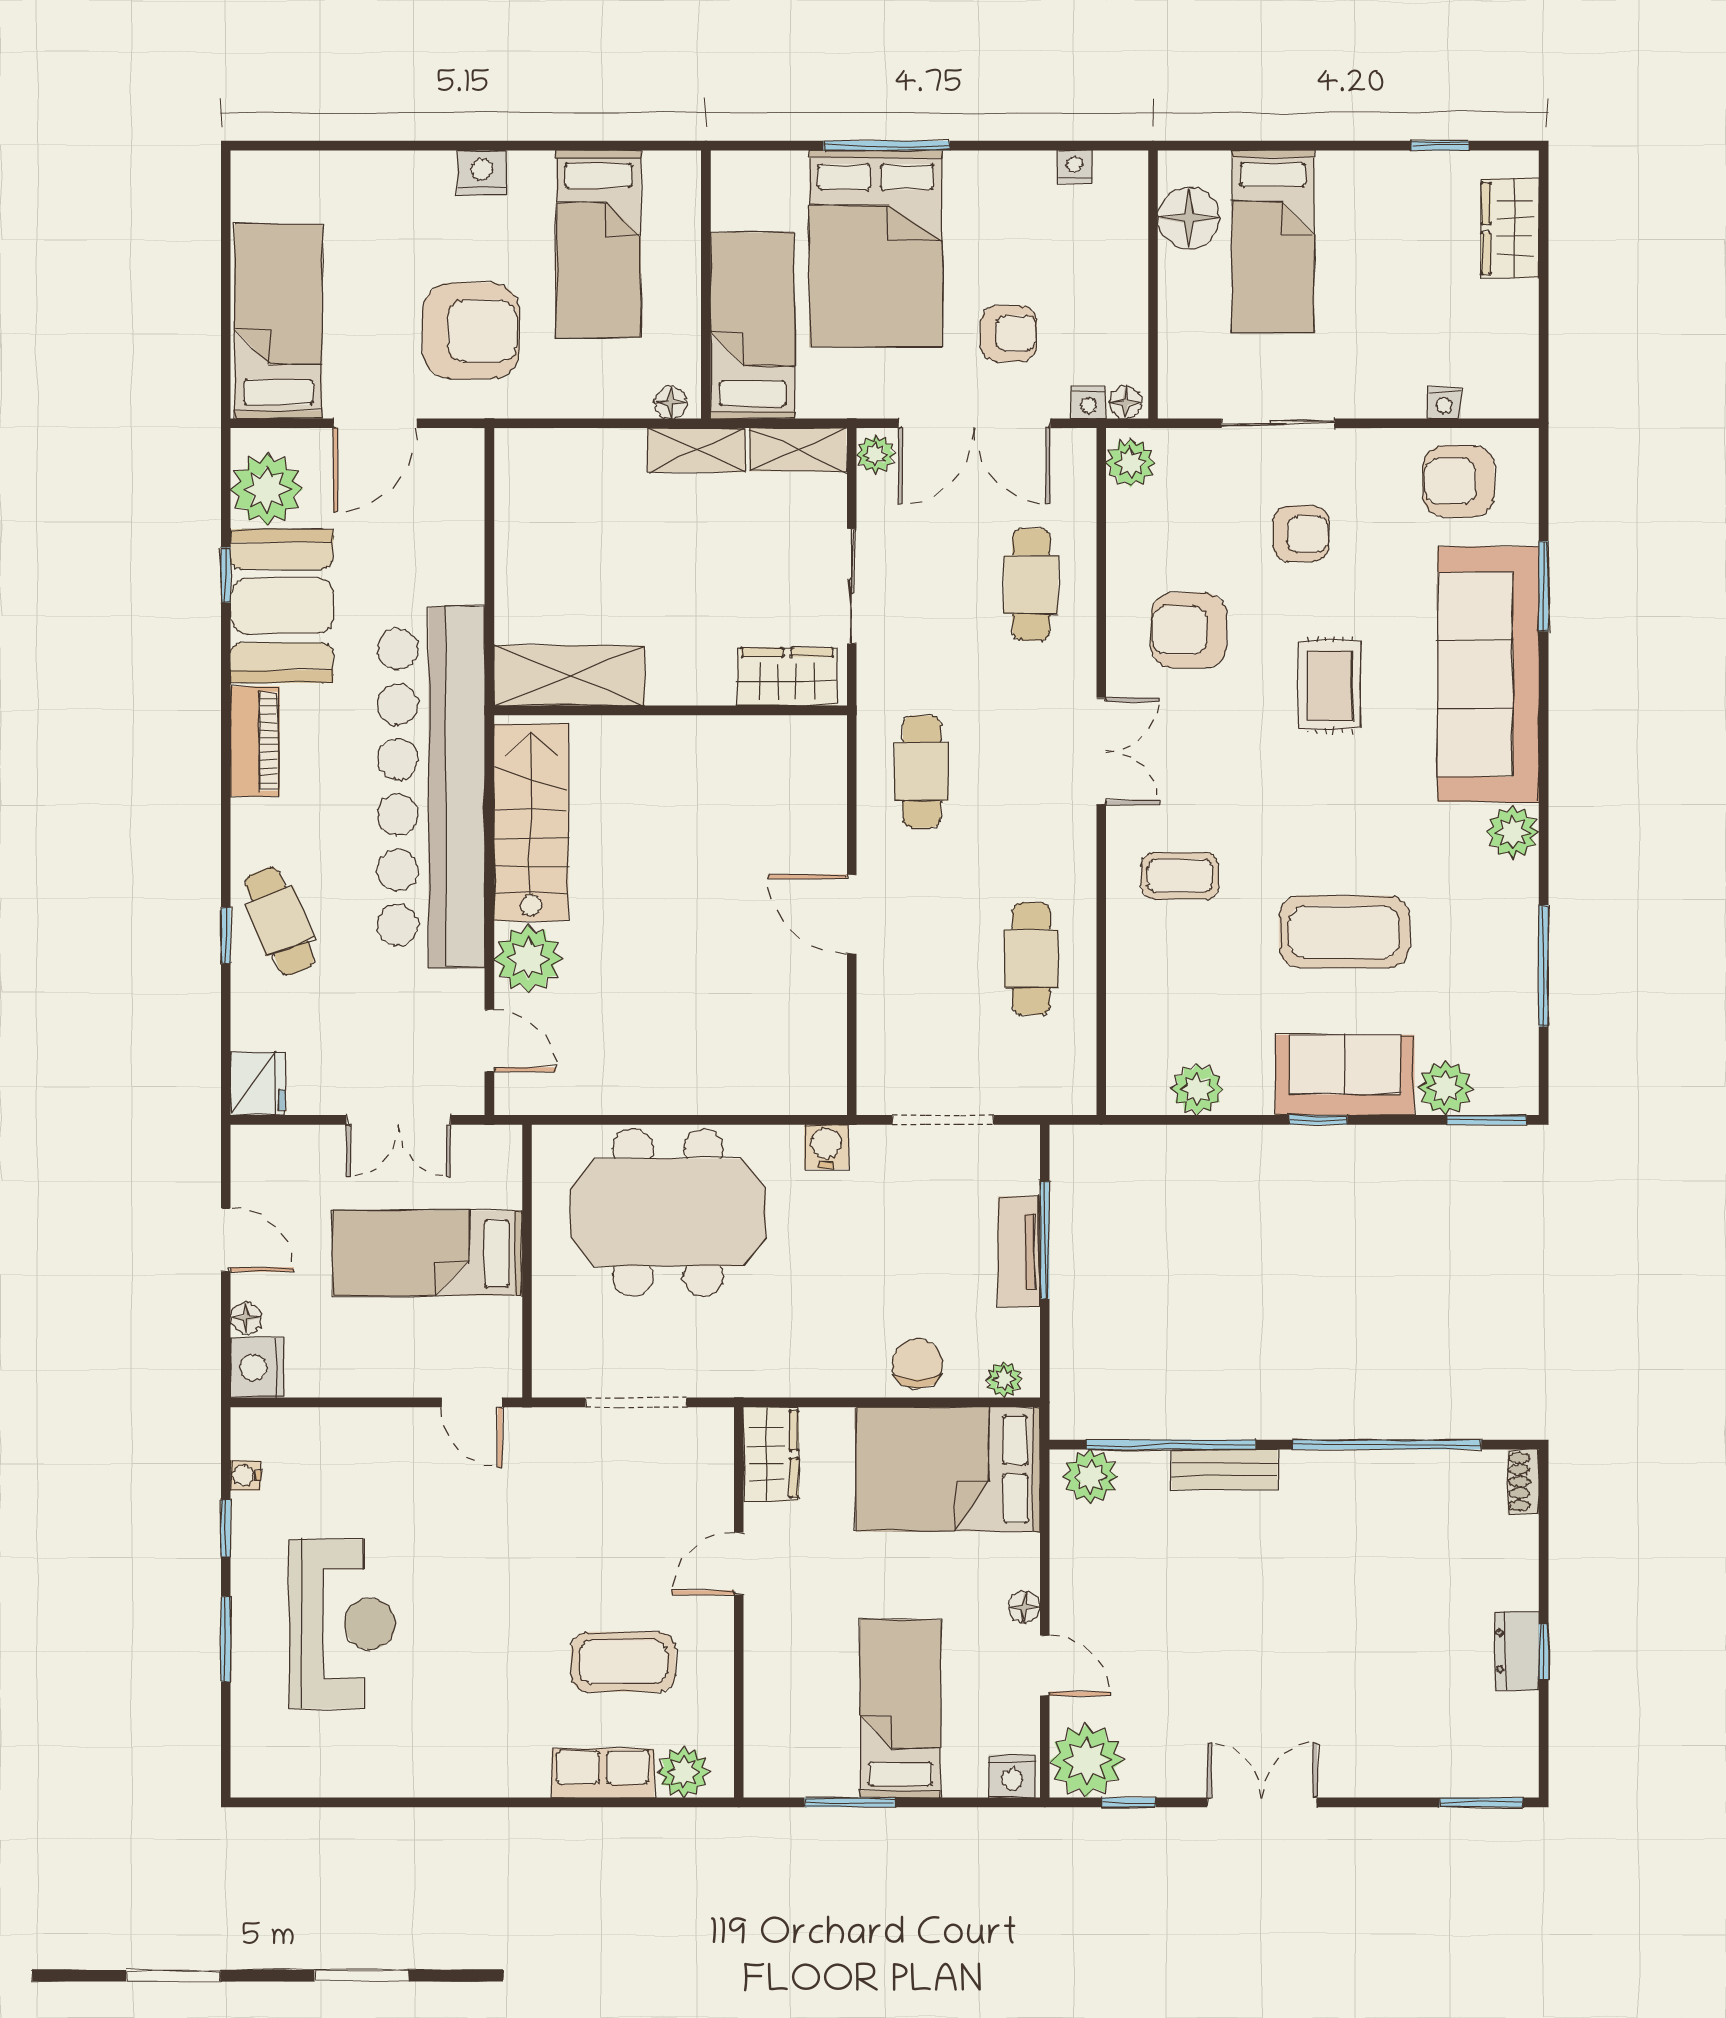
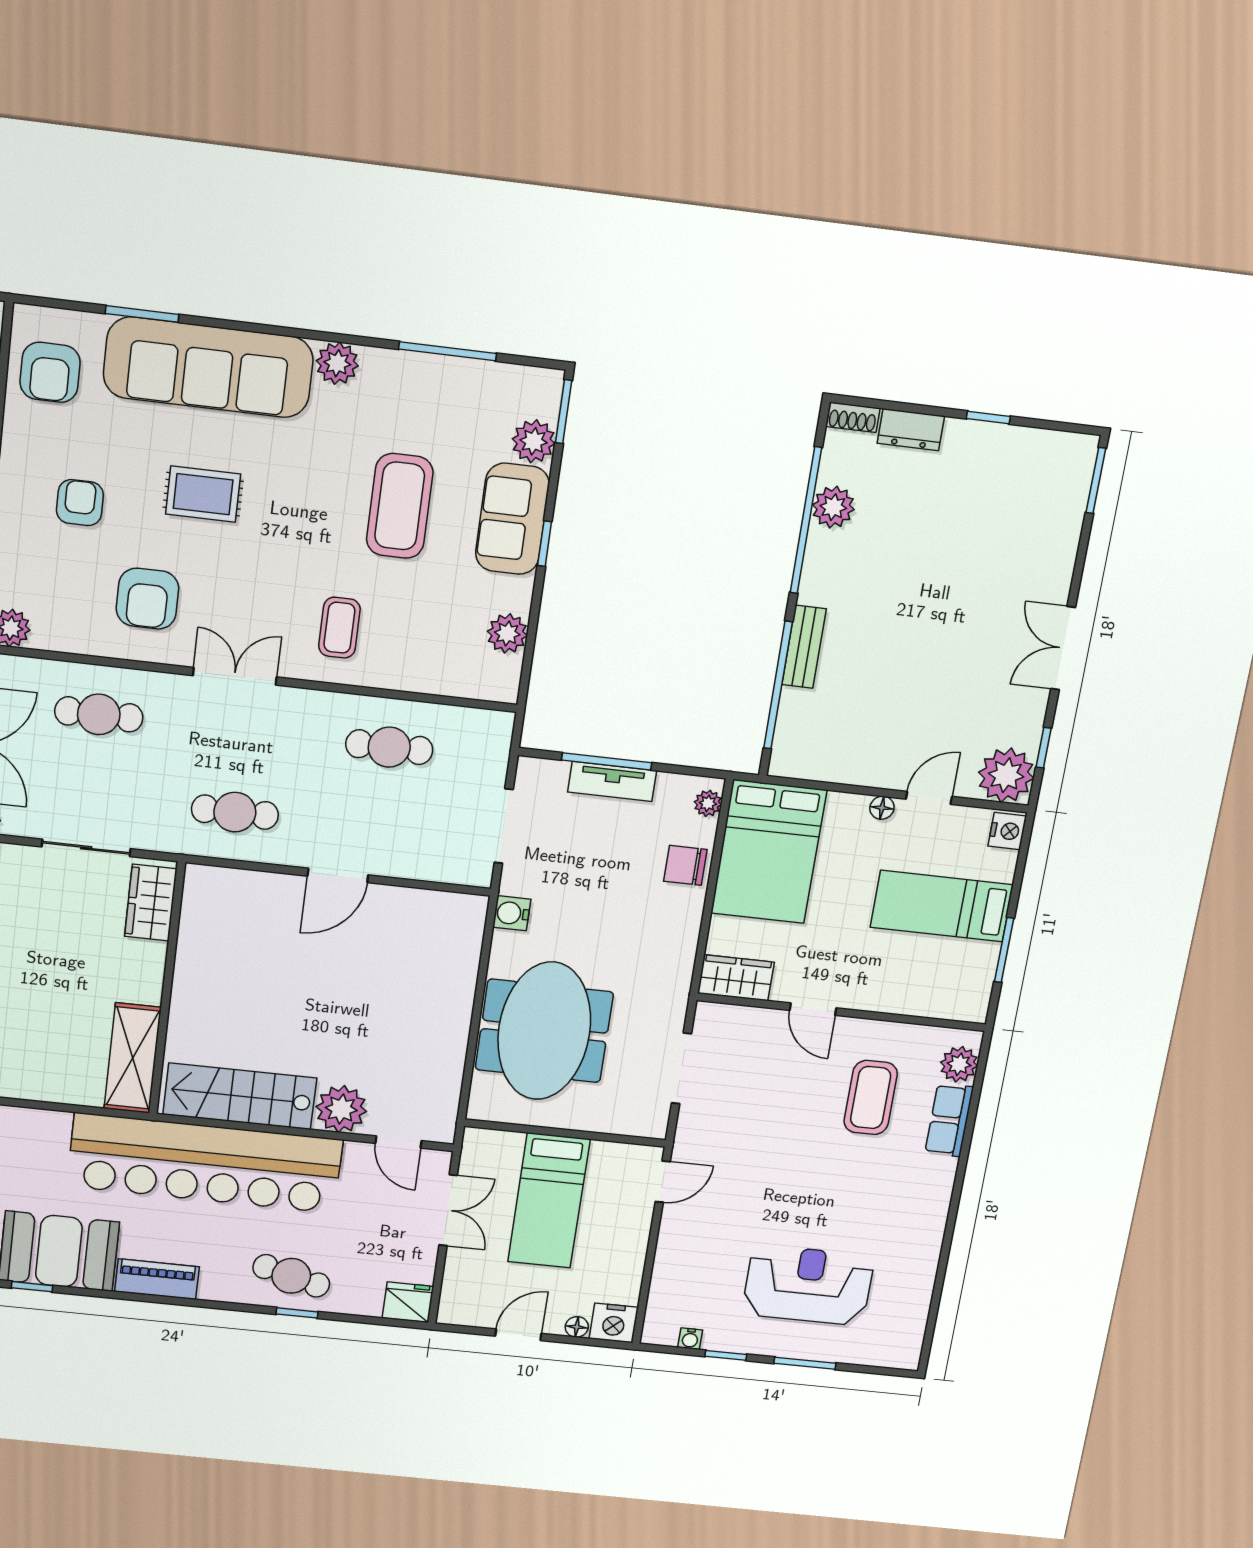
cafe table: (280, 921) -> (291, 1276), turned 37
door: (489, 1041) -> (398, 1142), swing flipped
plant: (1090, 1476) -> (833, 507), moved
dresser: (1517, 1651) -> (911, 430), moved

